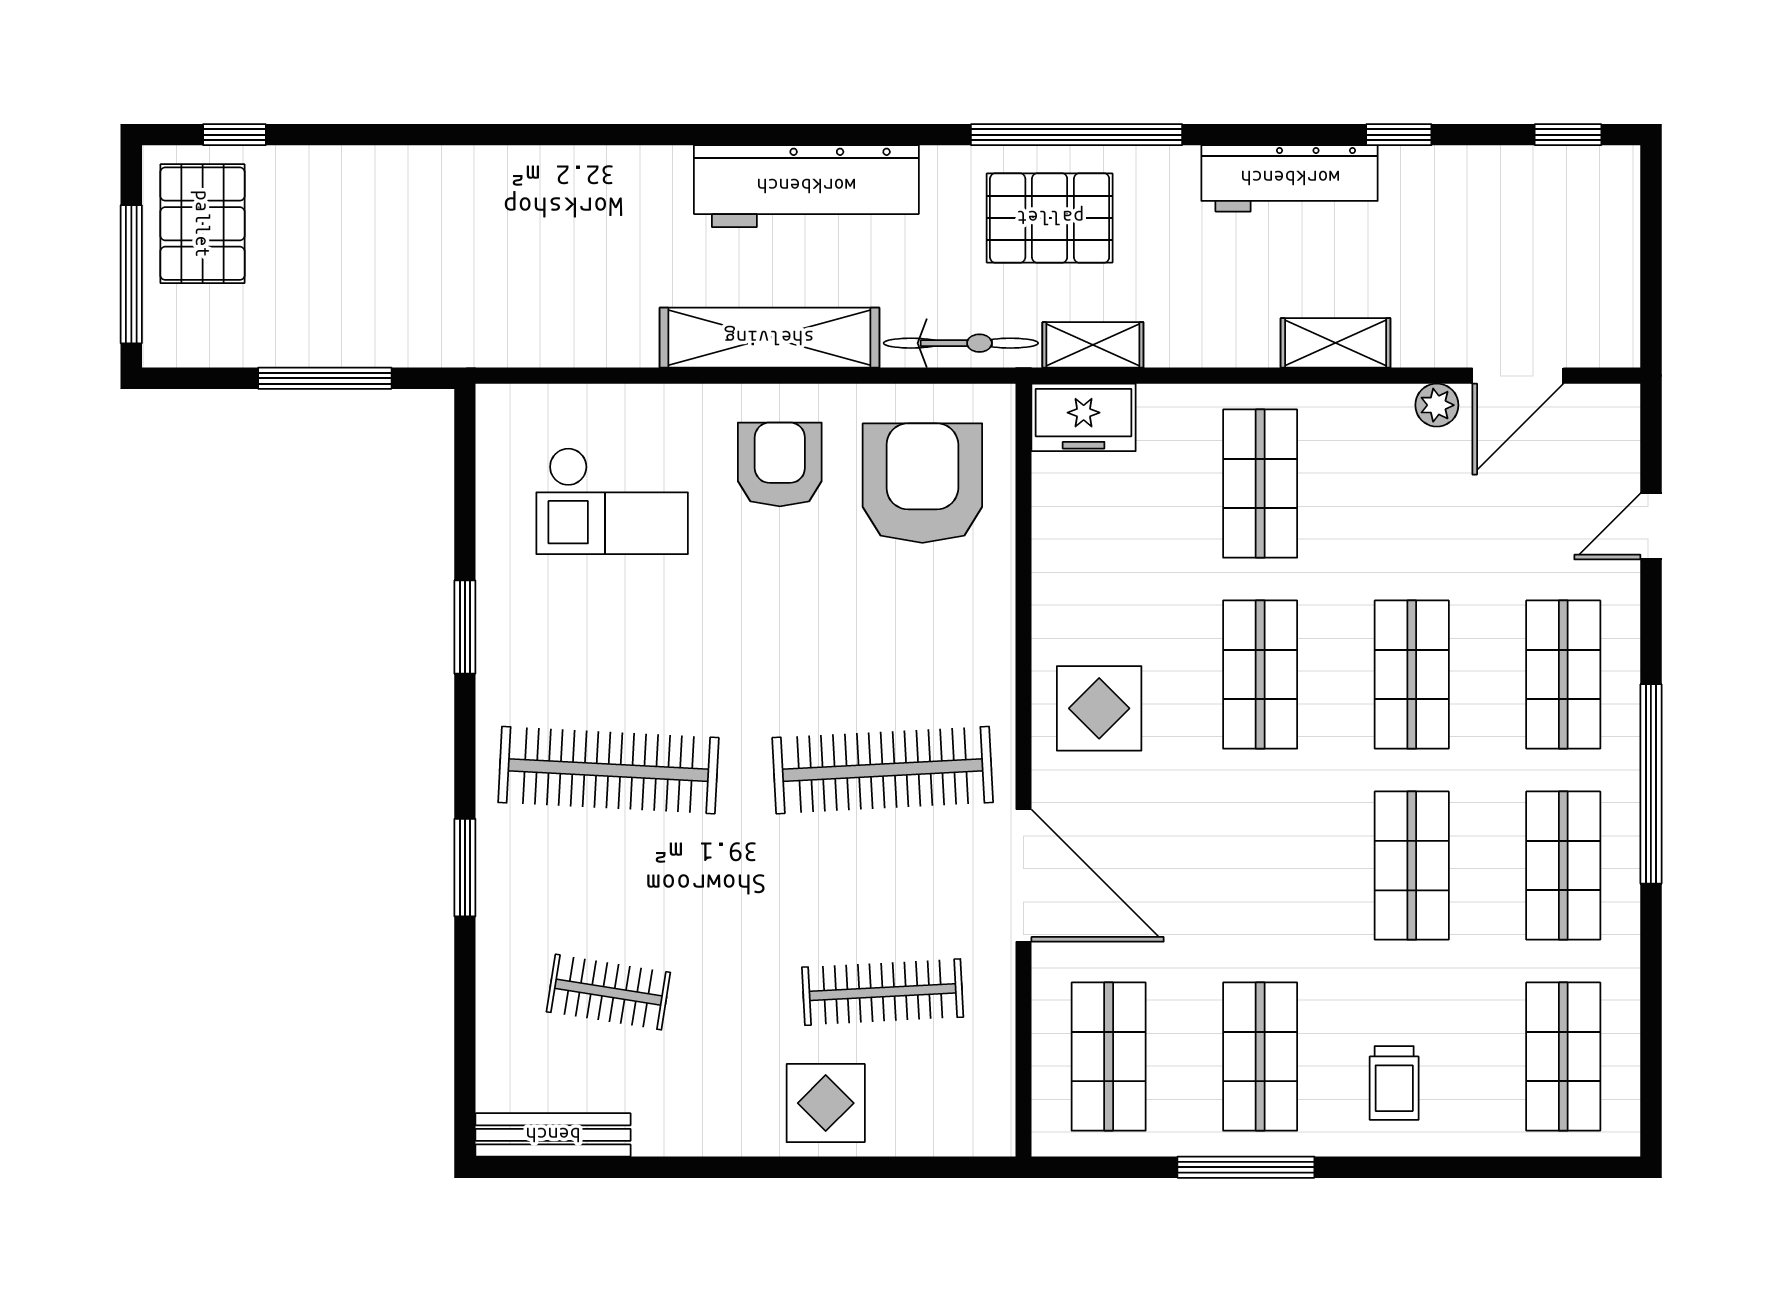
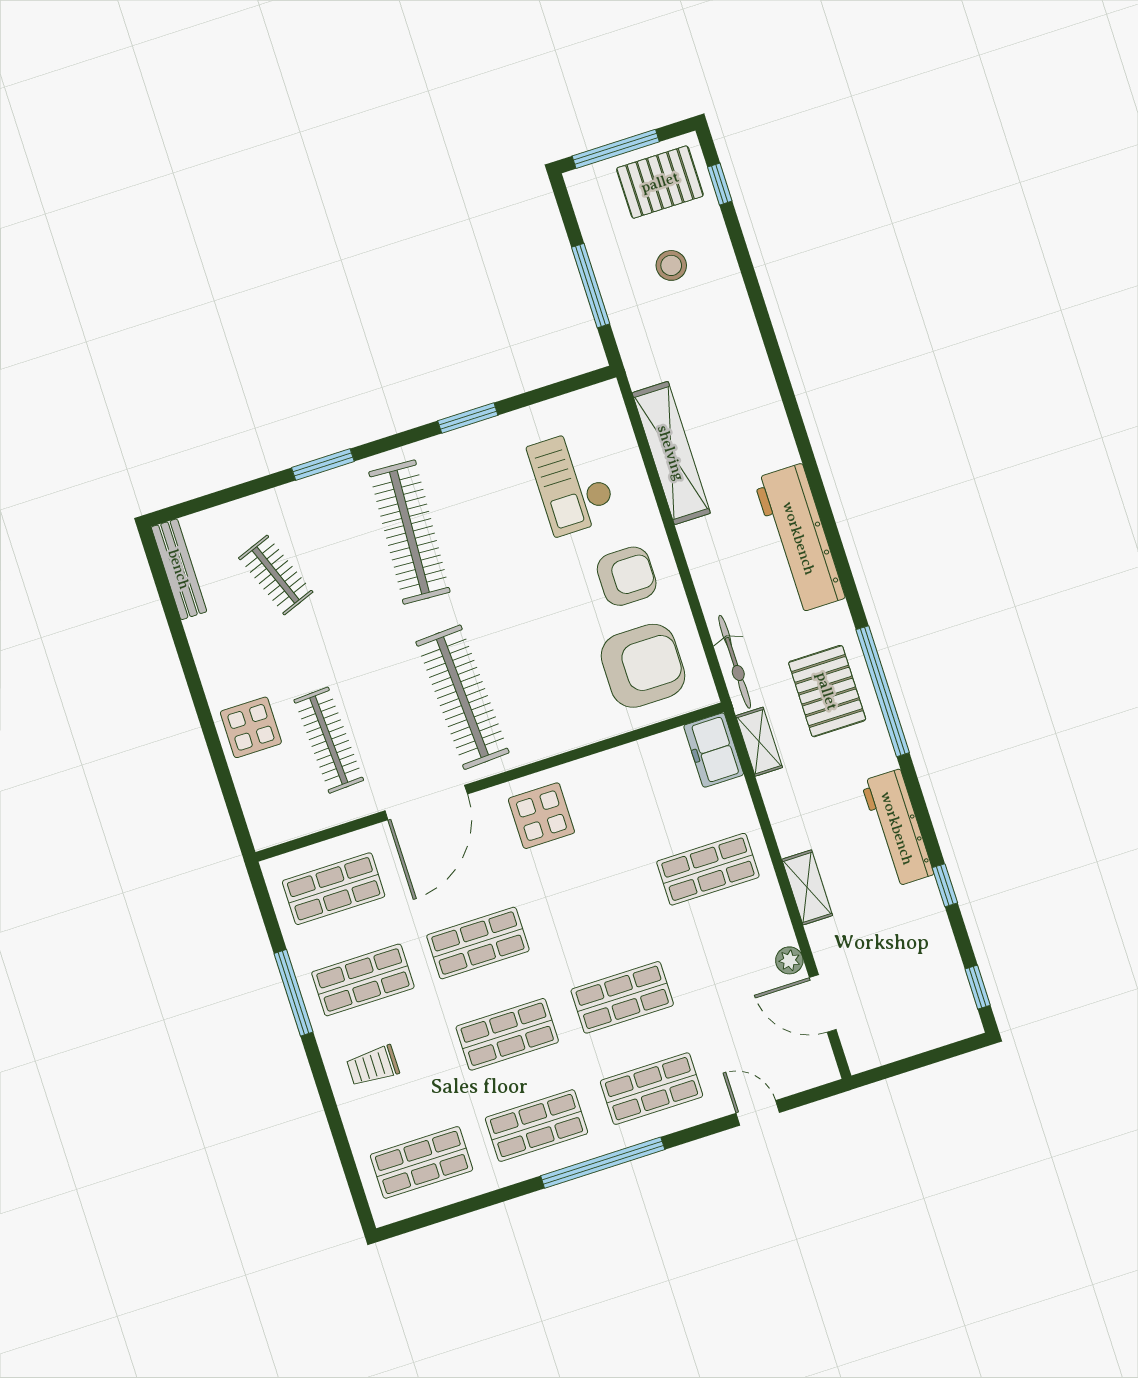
stool: (333, 247) -> (671, 265), added
shelving: (769, 338) -> (671, 453), moved
shop shelf: (1260, 675) -> (478, 943), moved
clothes rail: (608, 992) -> (276, 575), turned -30

